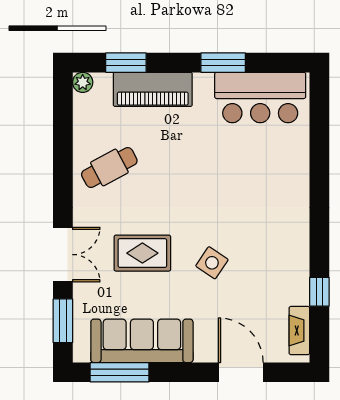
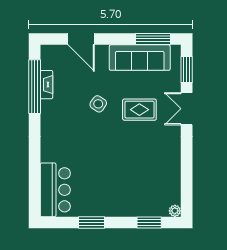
piano: (153, 89) -> (133, 207), removed
bar counter: (260, 97) -> (55, 190), moved, turned 90
cafe table: (109, 167) -> (159, 160), removed
window: (319, 292) -> (35, 87), width x3.17
fireplace: (299, 331) -> (46, 85), moved

